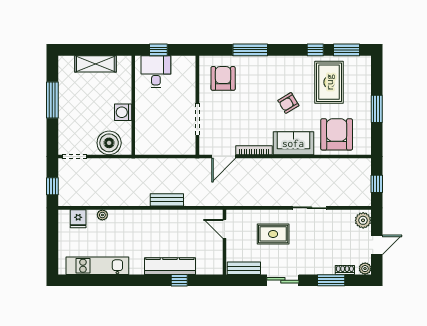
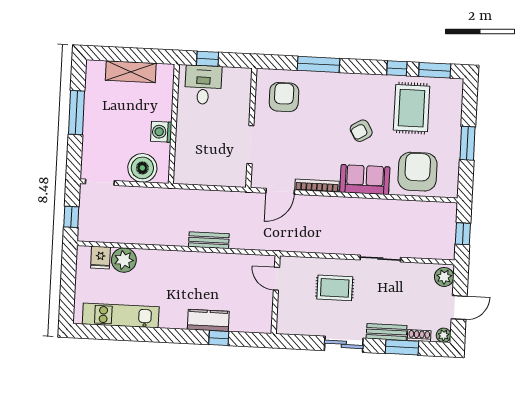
plant: (102, 215) -> (124, 260), width x1.88, depth x1.88
kitchen counter: (170, 266) -> (208, 320), width x0.67
bench: (244, 268) -> (387, 332), moved

